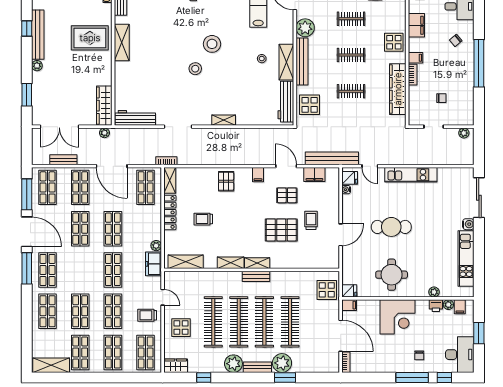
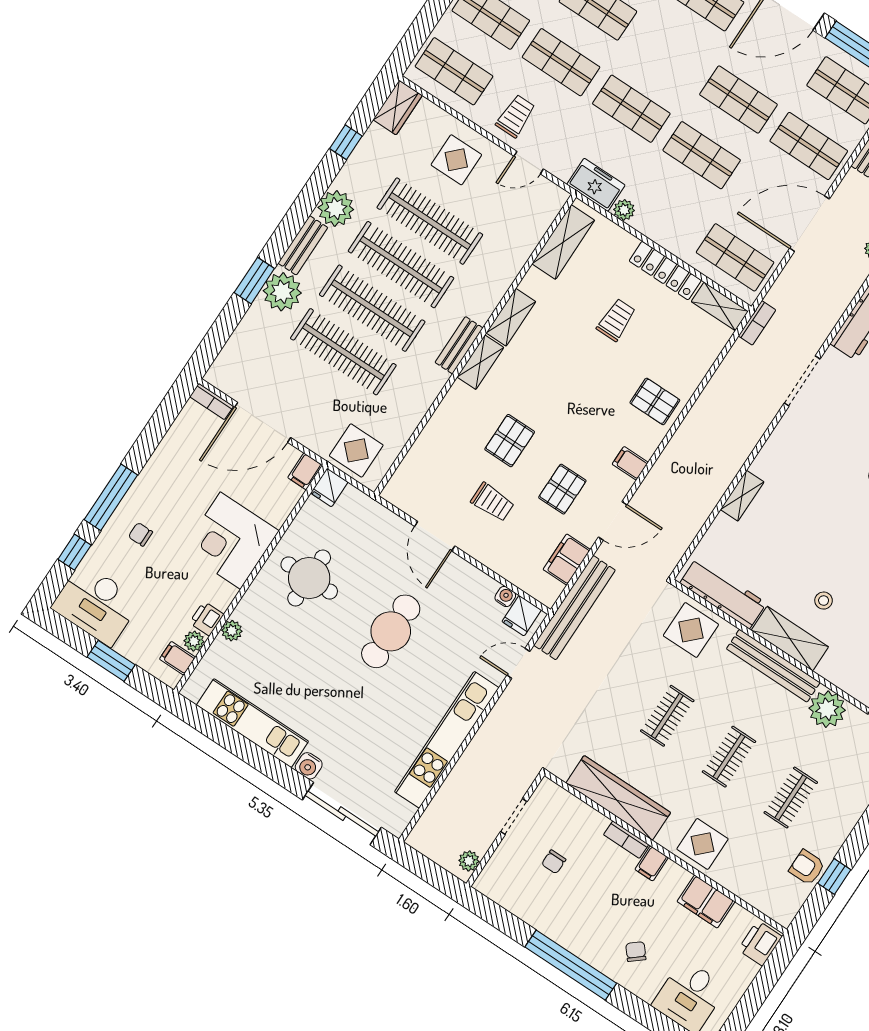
shelving: (224, 120) -> (742, 496), moved
kitchen unit: (411, 175) -> (447, 740), width x1.36
pallet: (281, 230) -> (510, 441), width x0.67, depth x0.71

